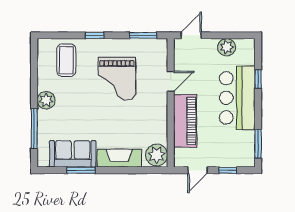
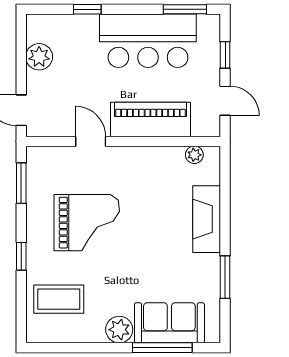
bar counter: (237, 98) -> (148, 41), moved
sofa: (73, 154) -> (169, 323), moved, turned 90
plant: (157, 155) -> (194, 155), width x0.53, depth x0.53

